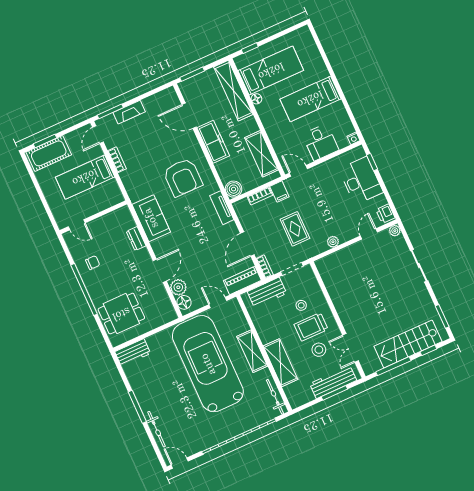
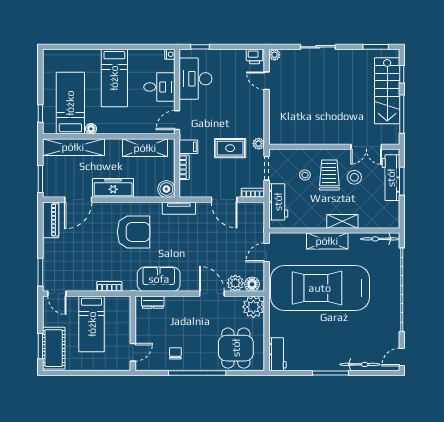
fireplace: (129, 112) -> (49, 255), removed
bookcase: (117, 160) -> (109, 286), moved
desk: (361, 181) -> (195, 79), moved, turned -90
dresser: (136, 239) -> (153, 302), moved
plant: (333, 242) -> (259, 144), moved
piano: (242, 280) -> (51, 220), moved, turned 180
plant: (165, 313) -> (253, 307), added
trolley: (311, 327) -> (329, 175), turned 180
shelving: (281, 363) -> (342, 221), width x0.67, depth x0.75

